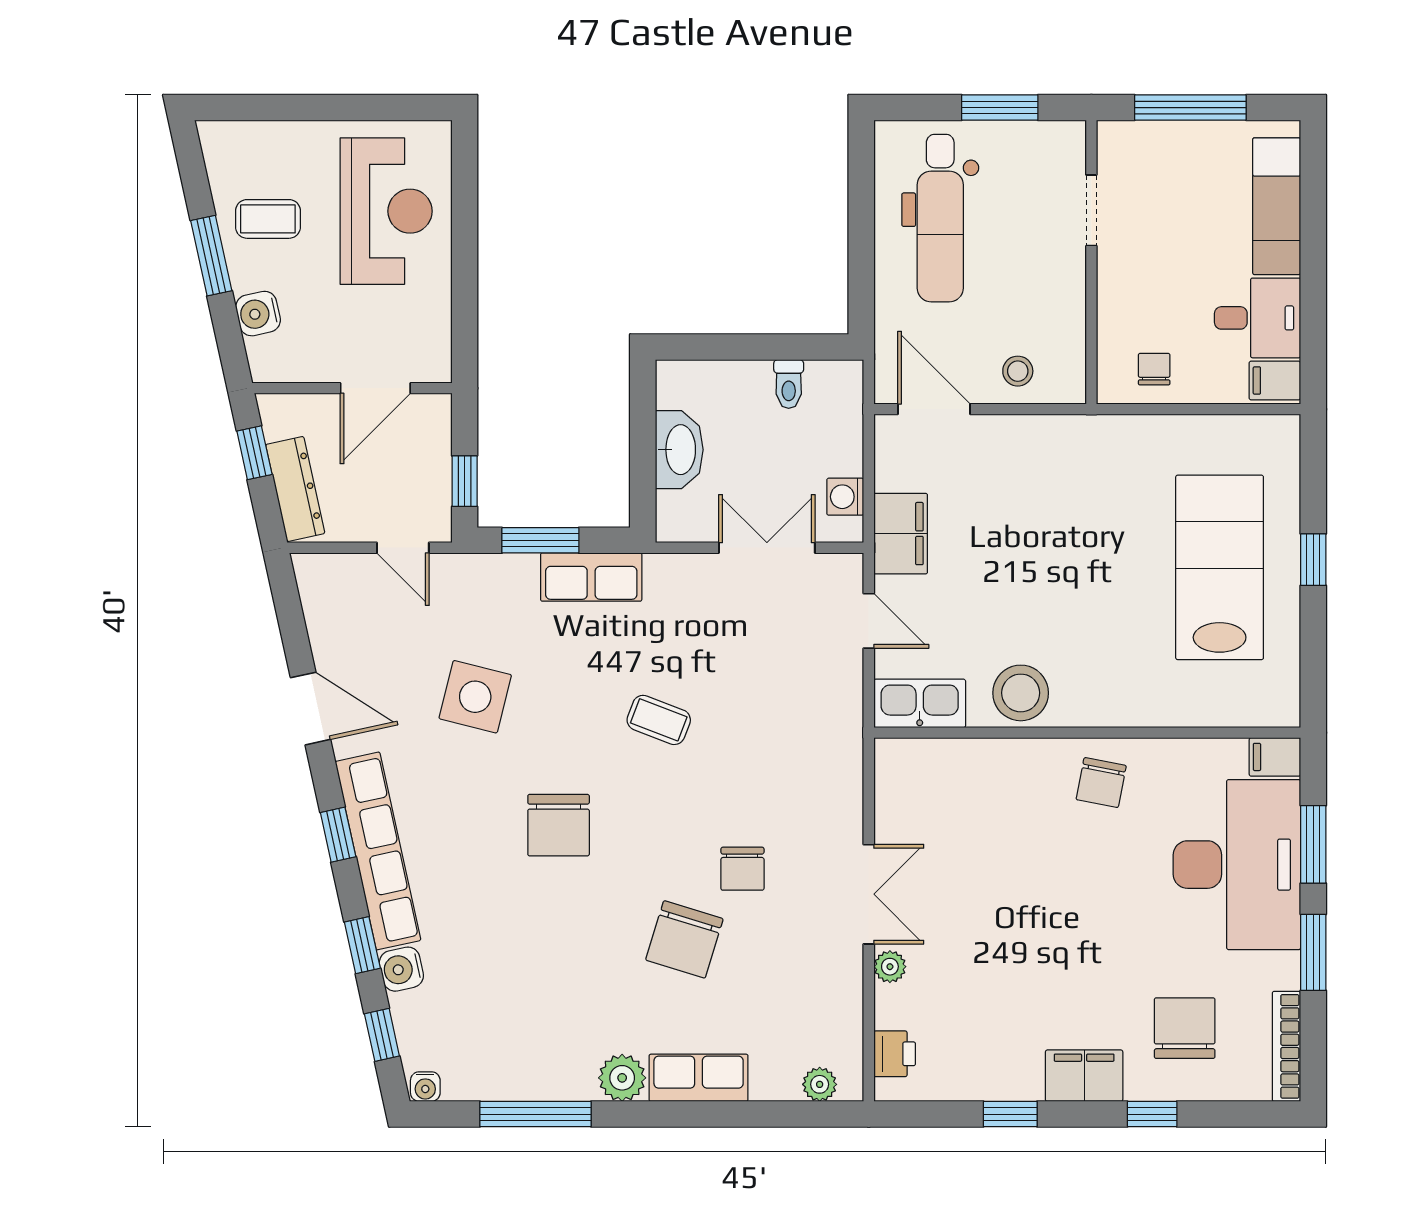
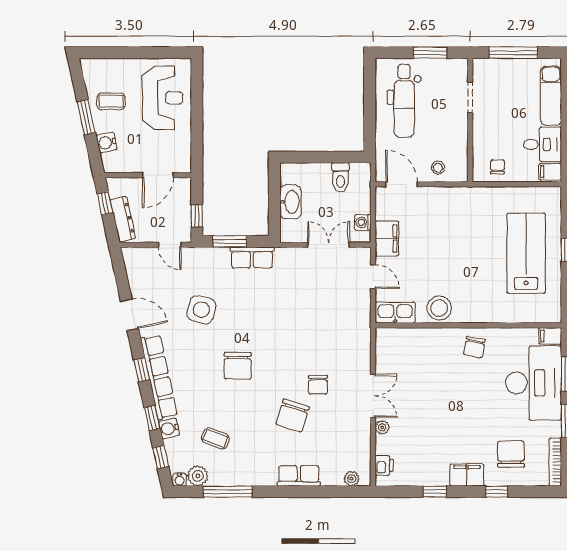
toilet: (789, 384) -> (341, 177), width x1.37, depth x1.39
coffee table: (659, 720) -> (215, 438), moved
plant: (622, 1078) -> (198, 476), moved

